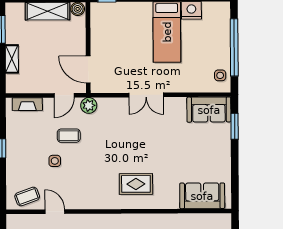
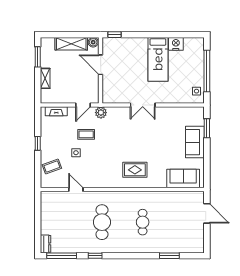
door: (88, 69) -> (101, 65), moved
sofa: (209, 110) -> (195, 142), moved, turned 90
coffee table: (27, 197) -> (52, 167), moved

